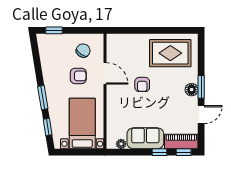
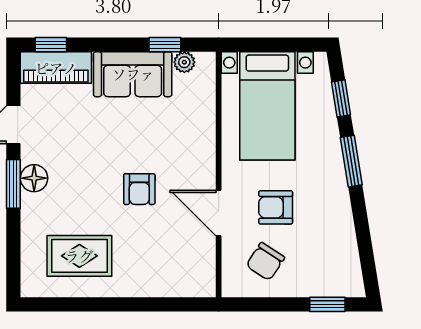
rug: (170, 53) -> (79, 256), width x0.73, depth x0.70
armchair: (142, 84) -> (139, 189), turned 180
window: (159, 152) -> (165, 45), moved

